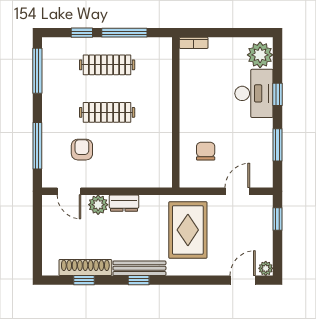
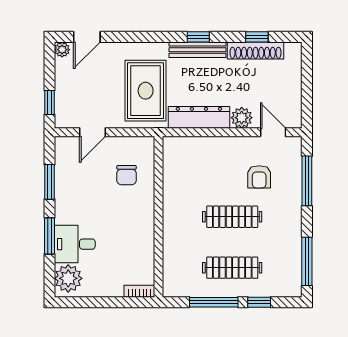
desk: (254, 93) -> (75, 244), width x0.73
window: (278, 94) -> (49, 236), width x1.50
dresser: (124, 203) -> (199, 117), width x1.96, depth x1.24

